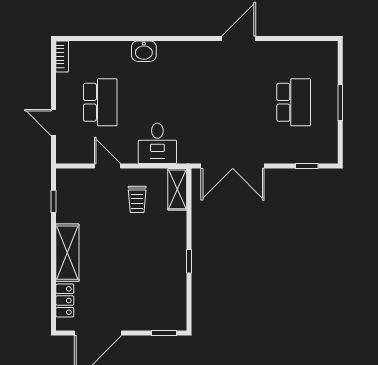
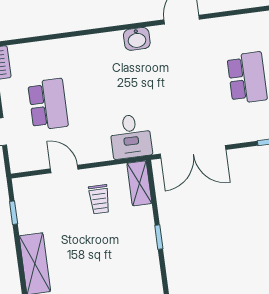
washbasin: (144, 51) -> (137, 39), moved
desk: (157, 143) -> (131, 136), moved
window: (189, 261) -> (159, 237), moved

